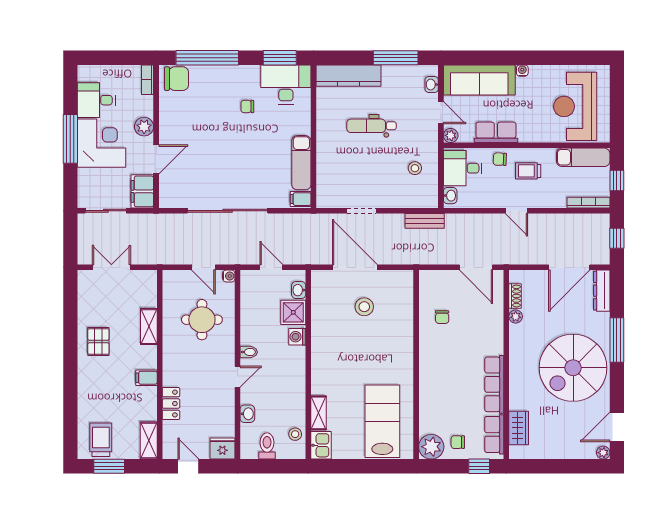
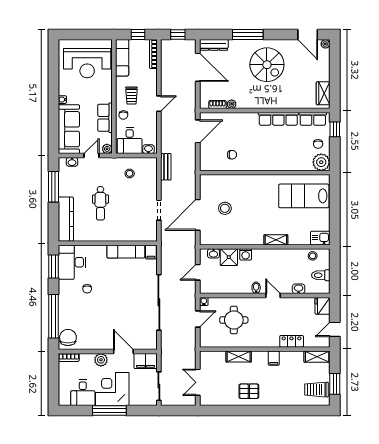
spiral stairs: (573, 368) -> (267, 65), width x0.73, depth x0.73
shelving: (319, 413) -> (276, 240), moved
wardrobe: (519, 428) -> (323, 93), moved, turned -90

